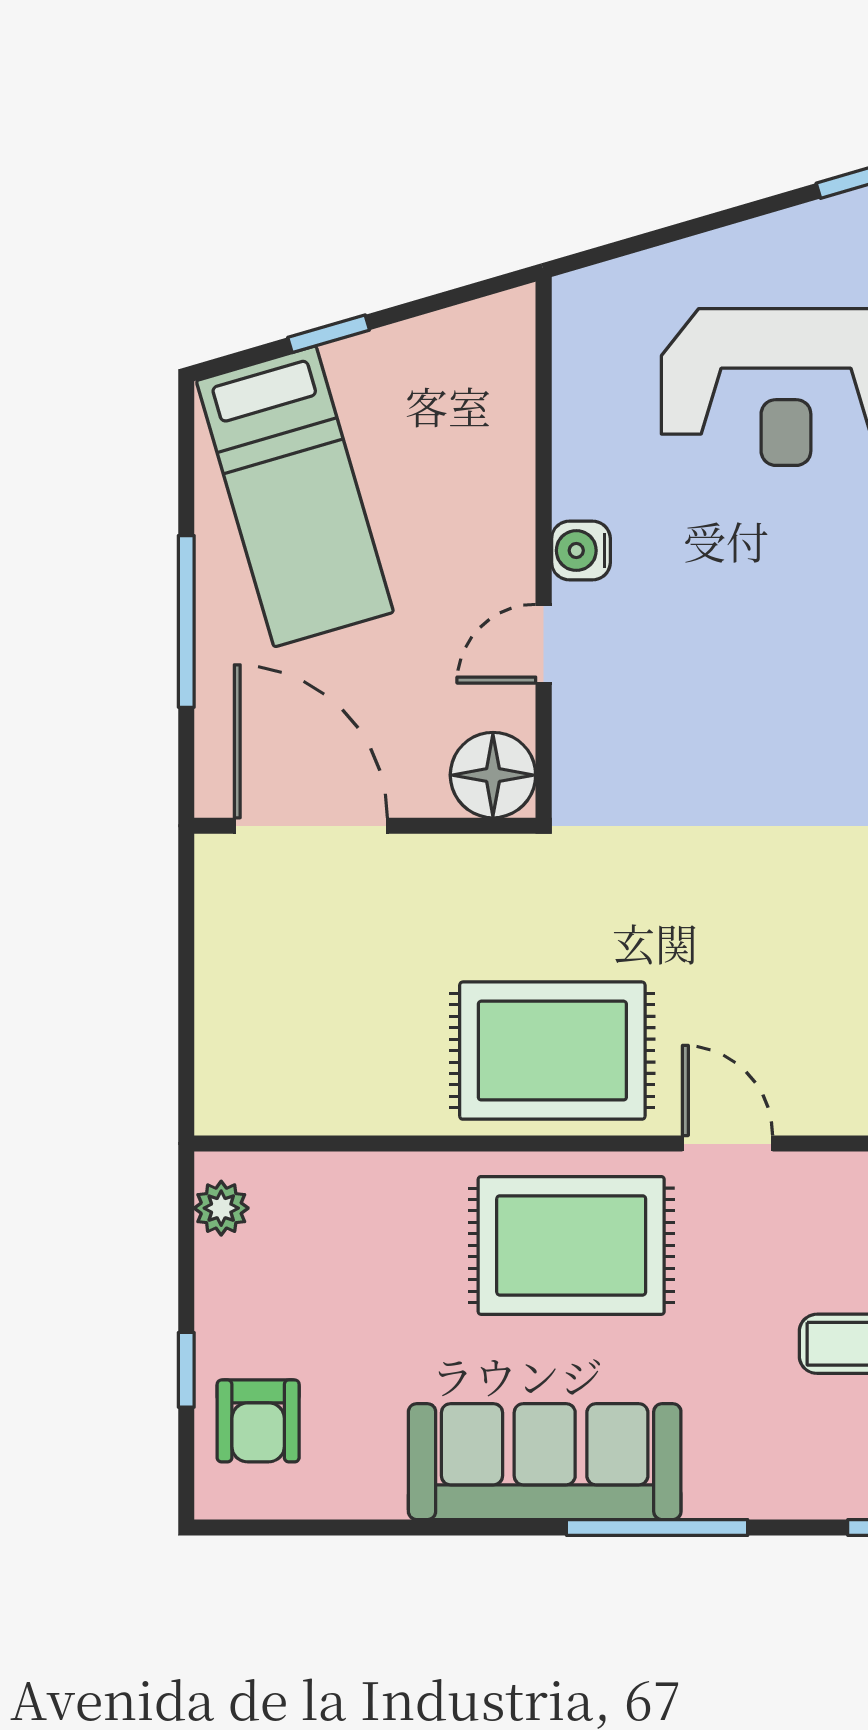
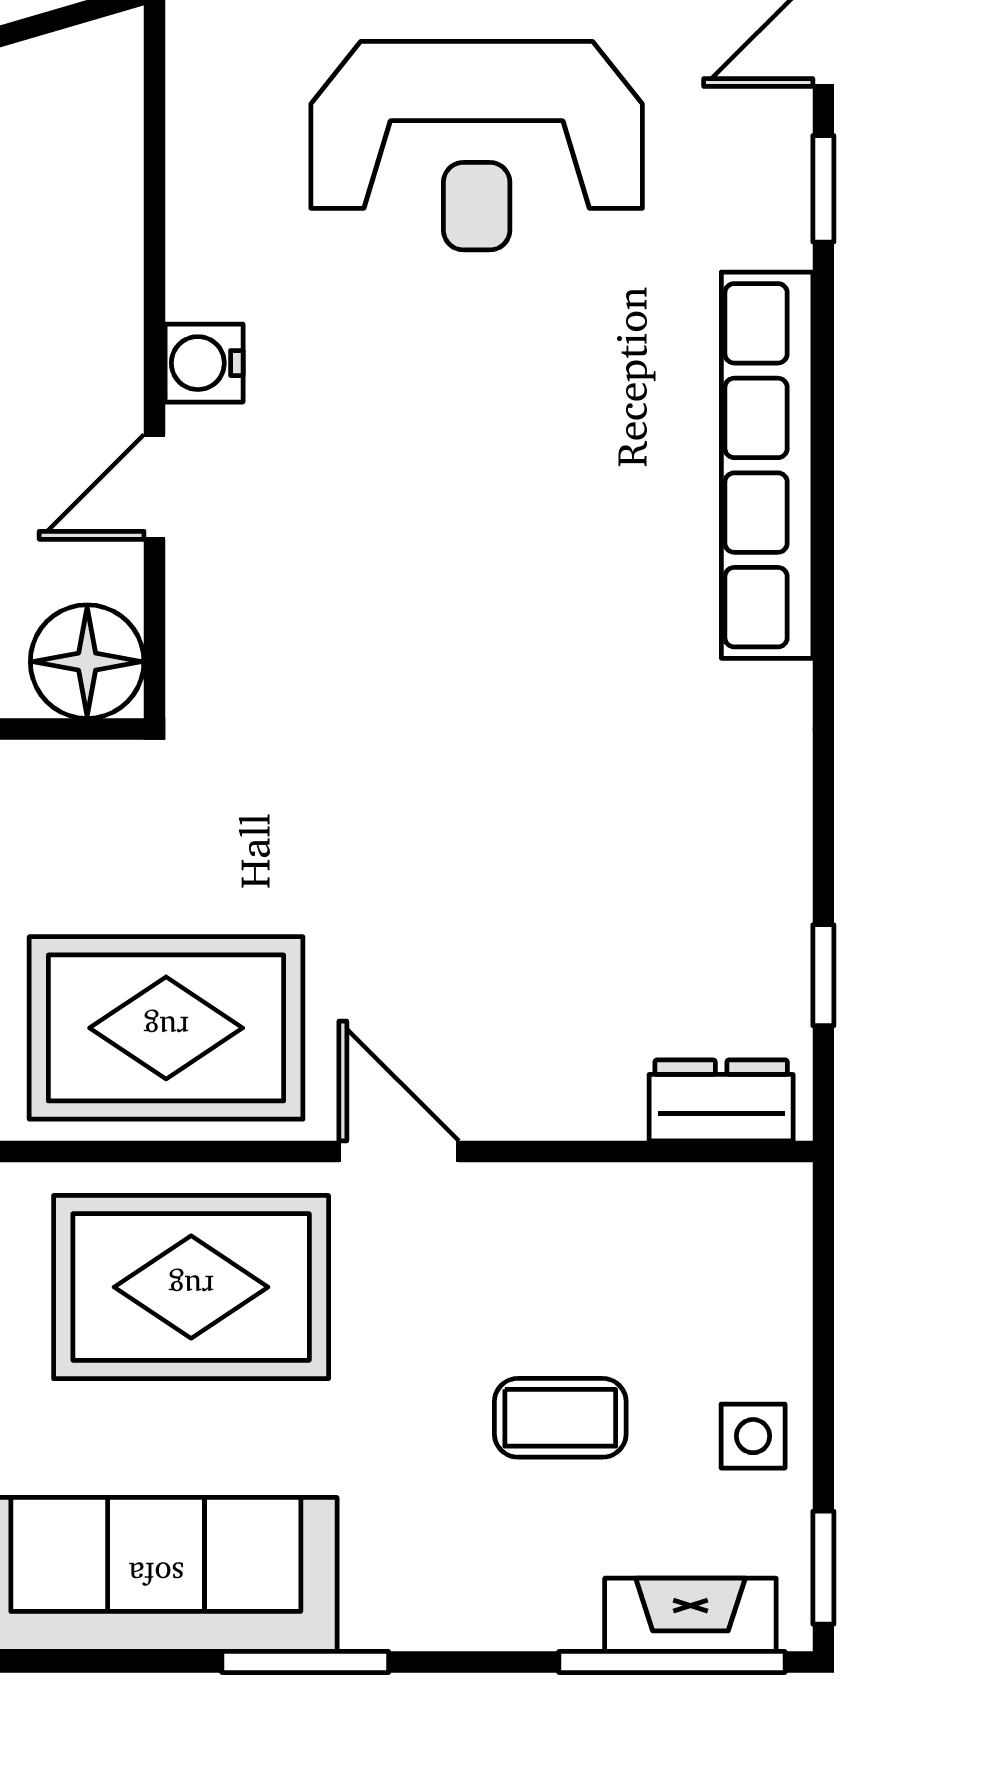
window: (657, 1527) -> (305, 1662), width x0.69

